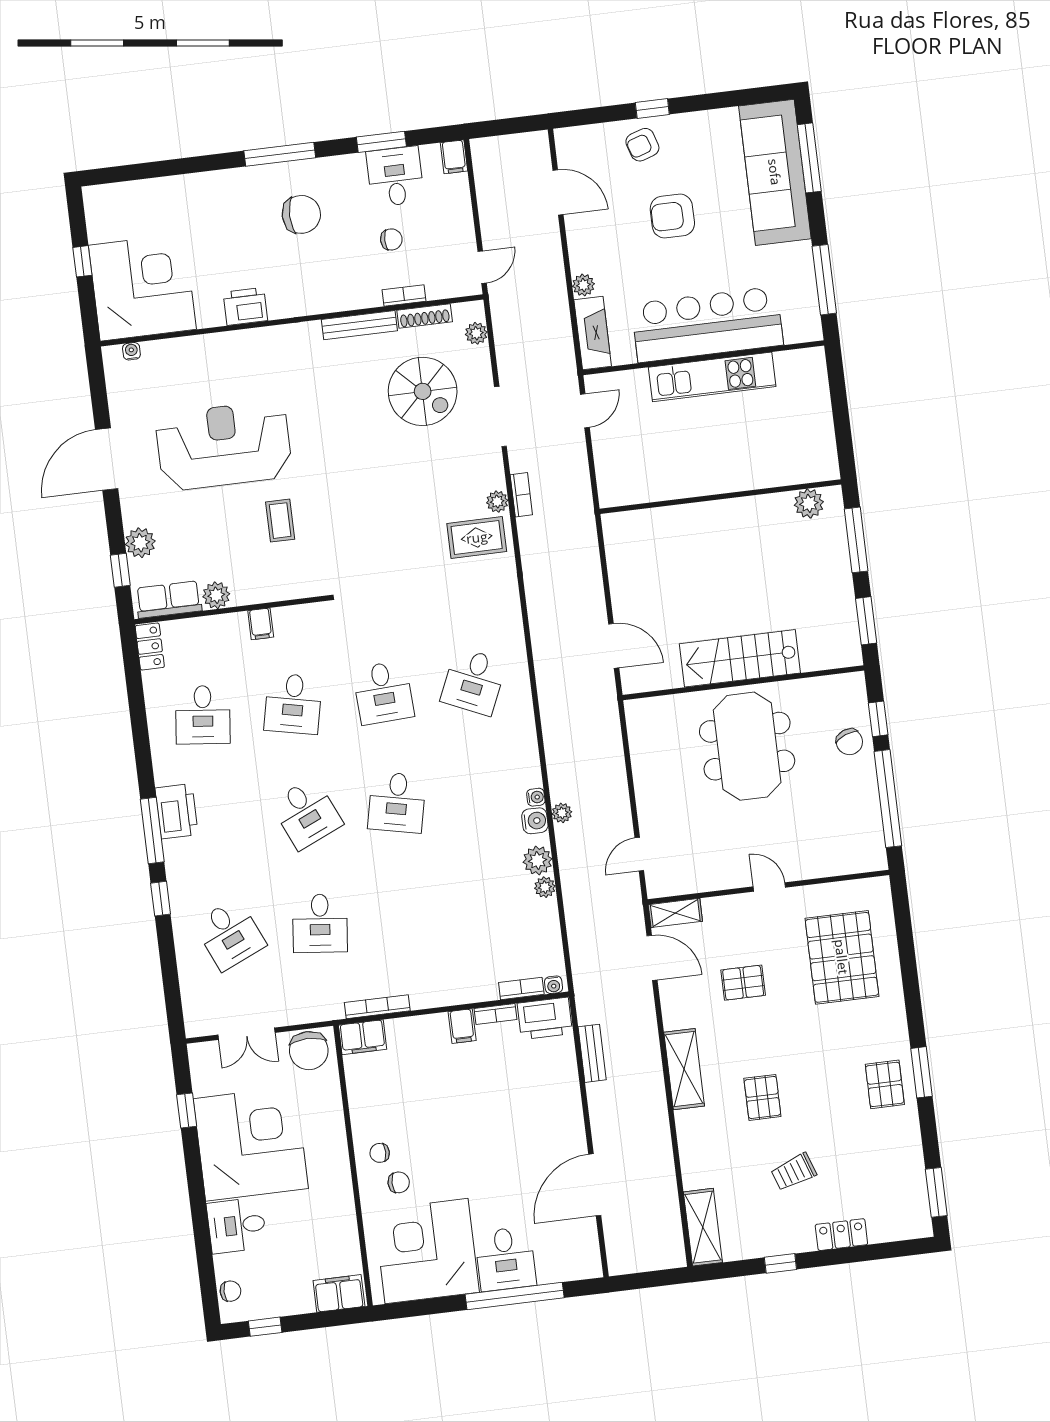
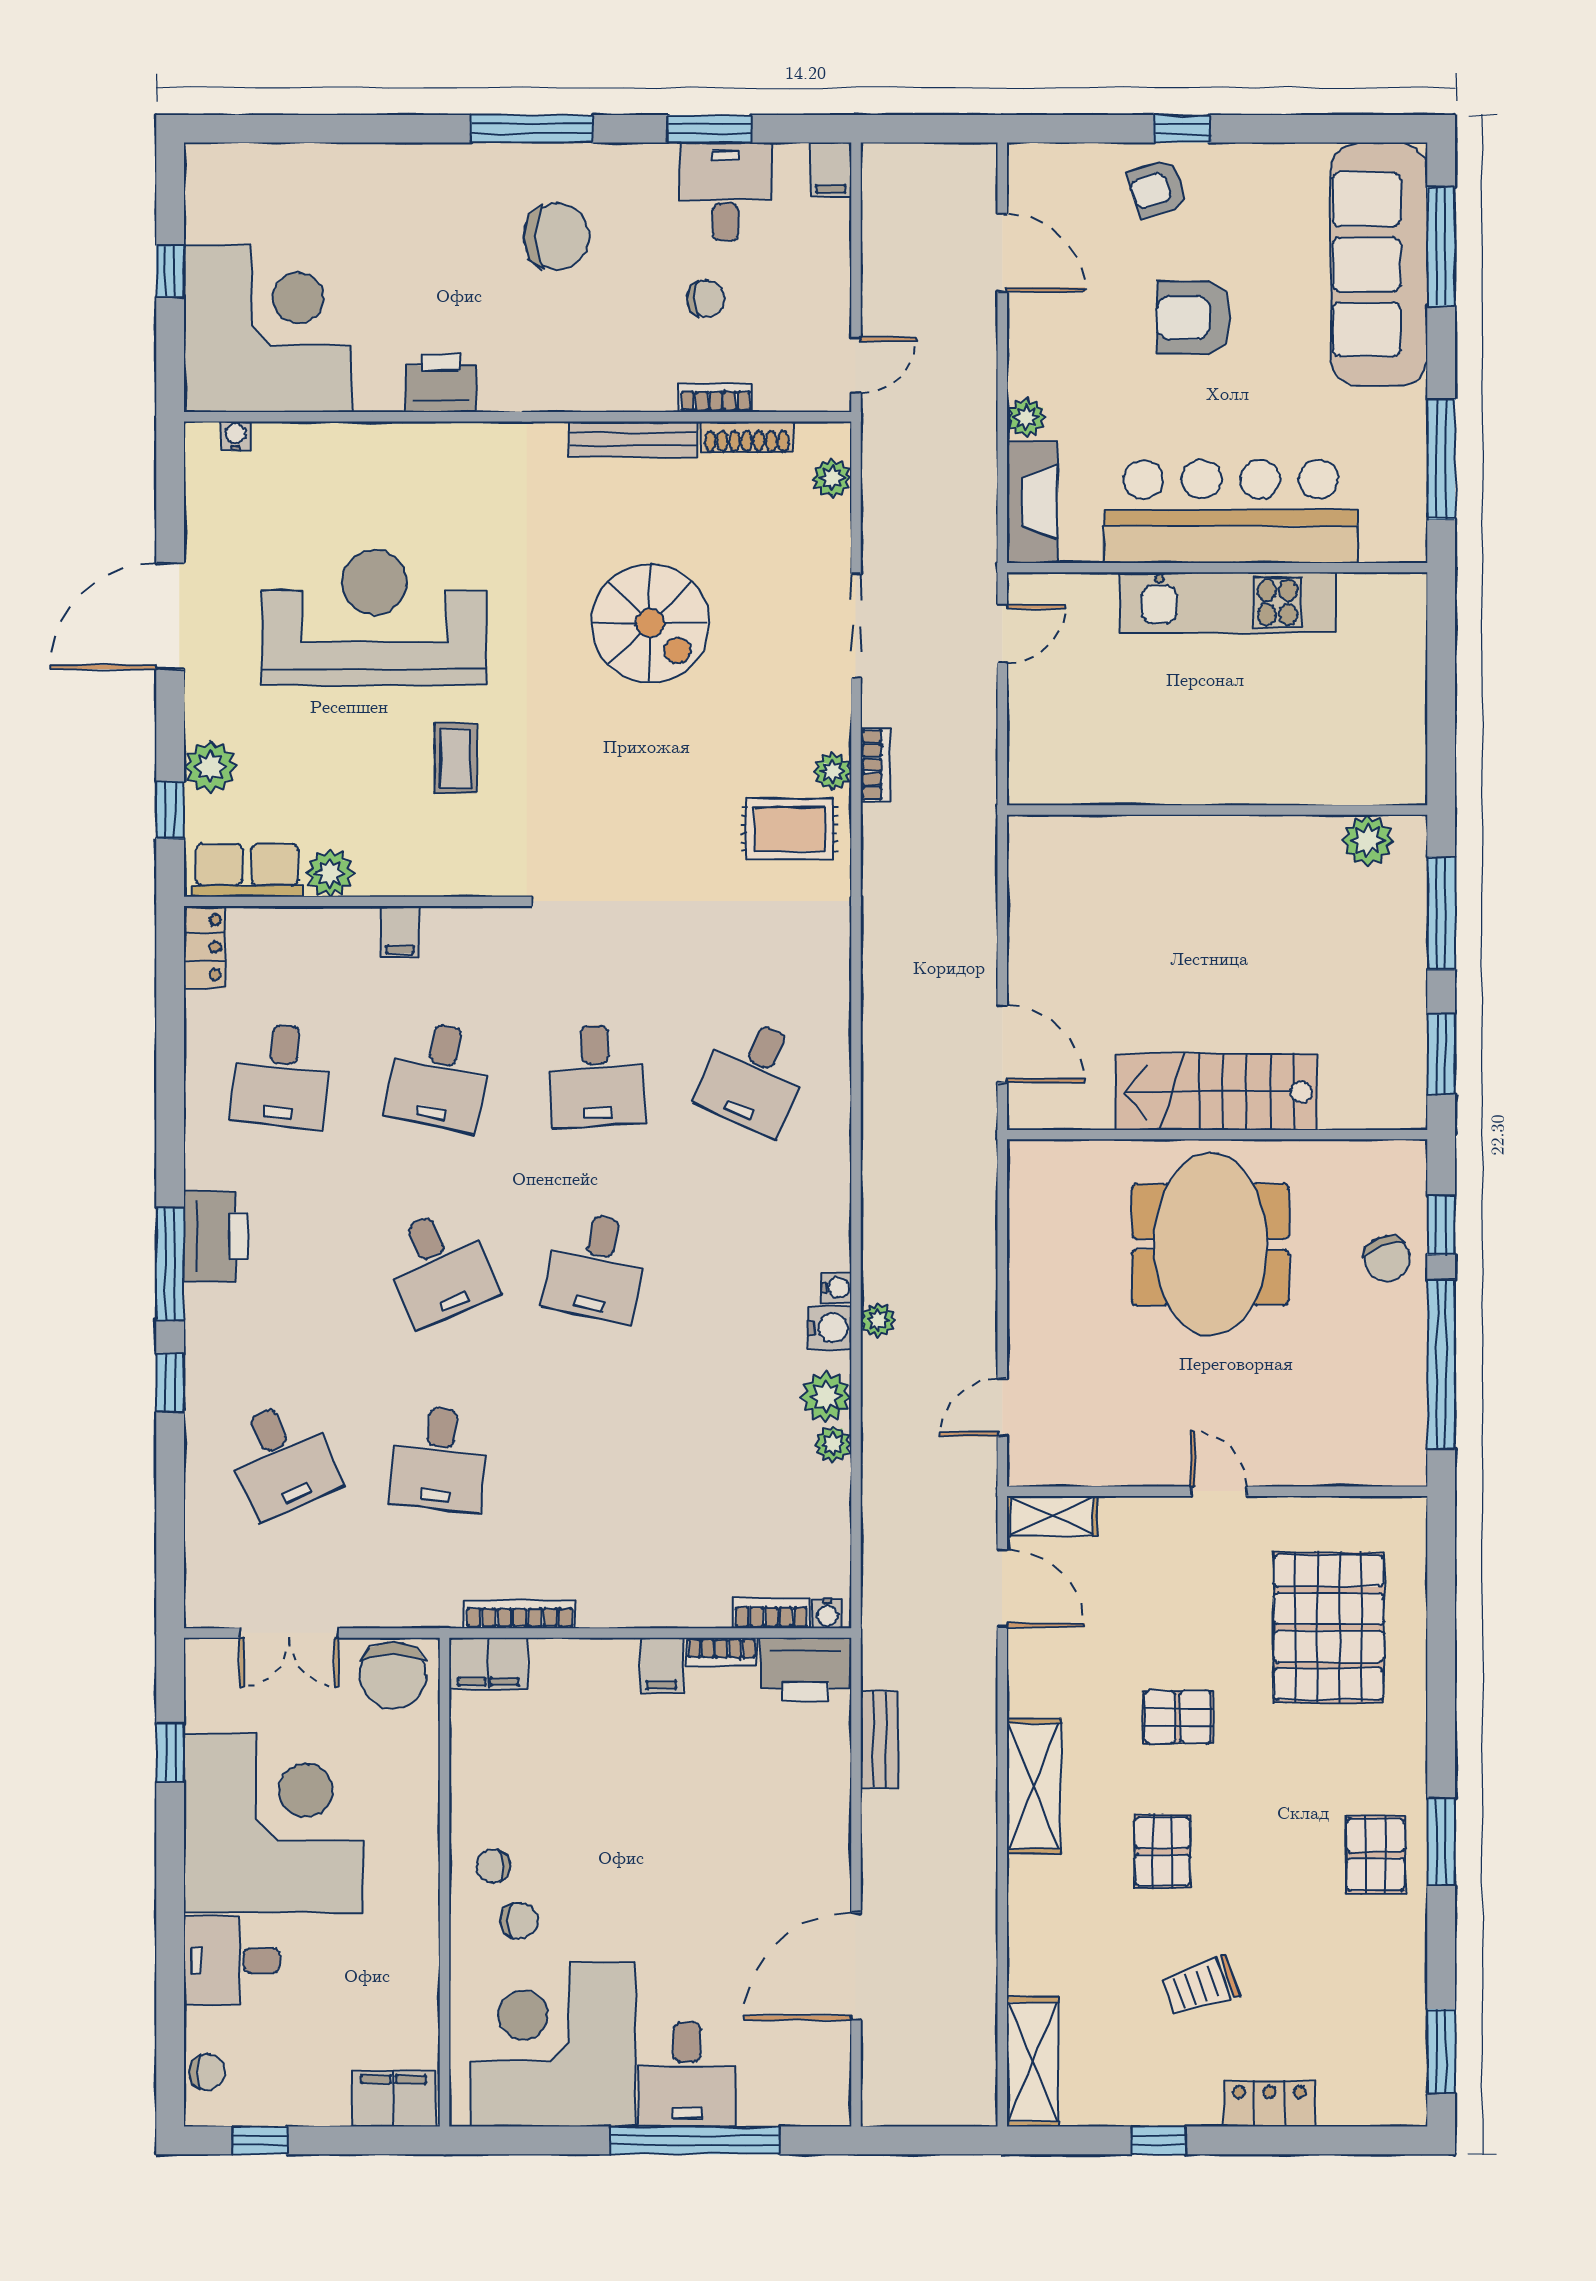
spiral stairs: (423, 391) -> (650, 623), moved
pallet: (743, 983) -> (1178, 1717), moved

